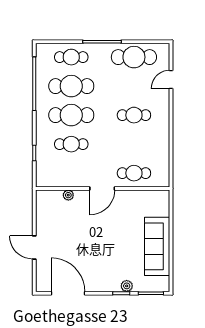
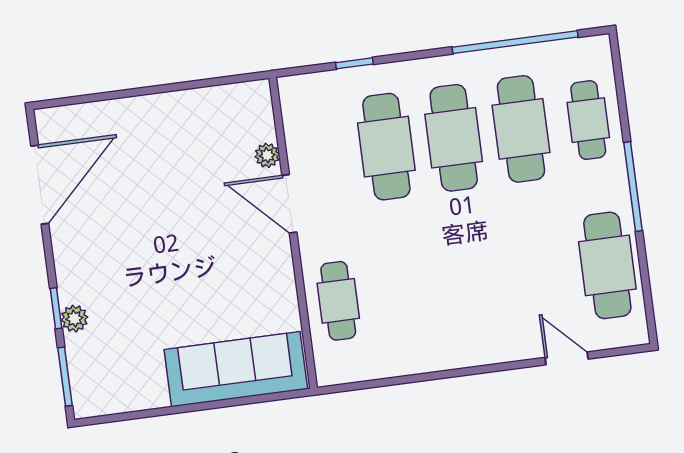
cafe table: (134, 115) -> (473, 283), removed
cafe table: (71, 144) -> (386, 147), width x1.37, depth x1.35
door: (102, 188) -> (289, 204), moved
sofa: (157, 246) -> (236, 369), moved
door: (34, 247) -> (135, 92), removed

